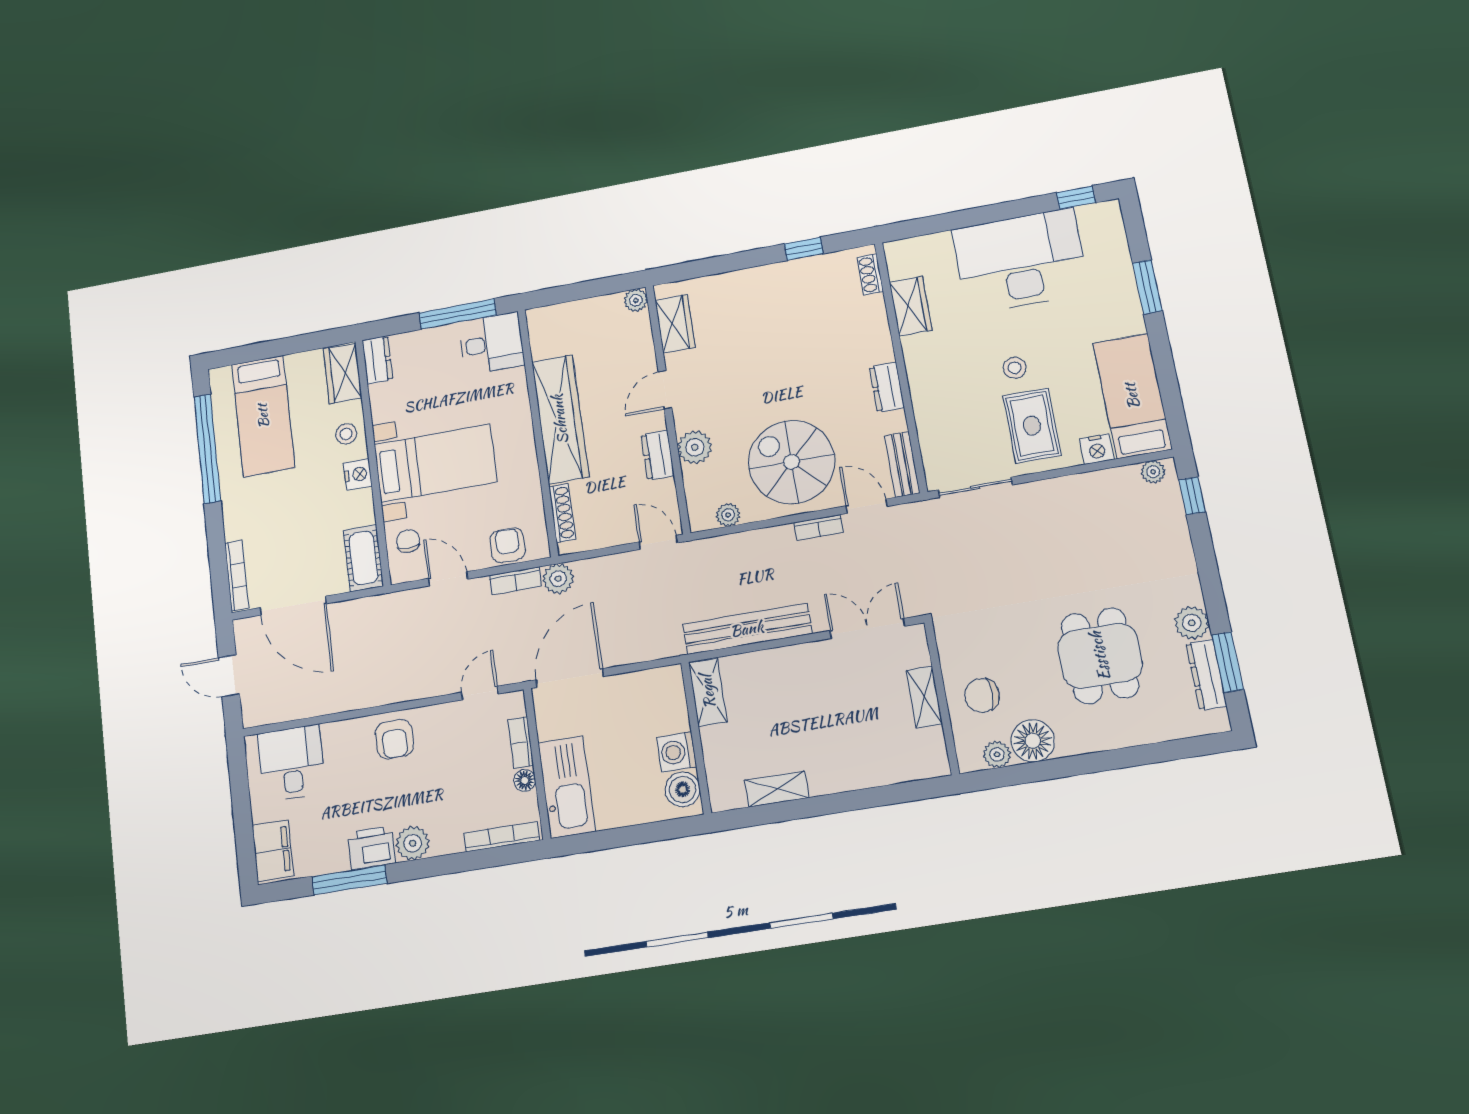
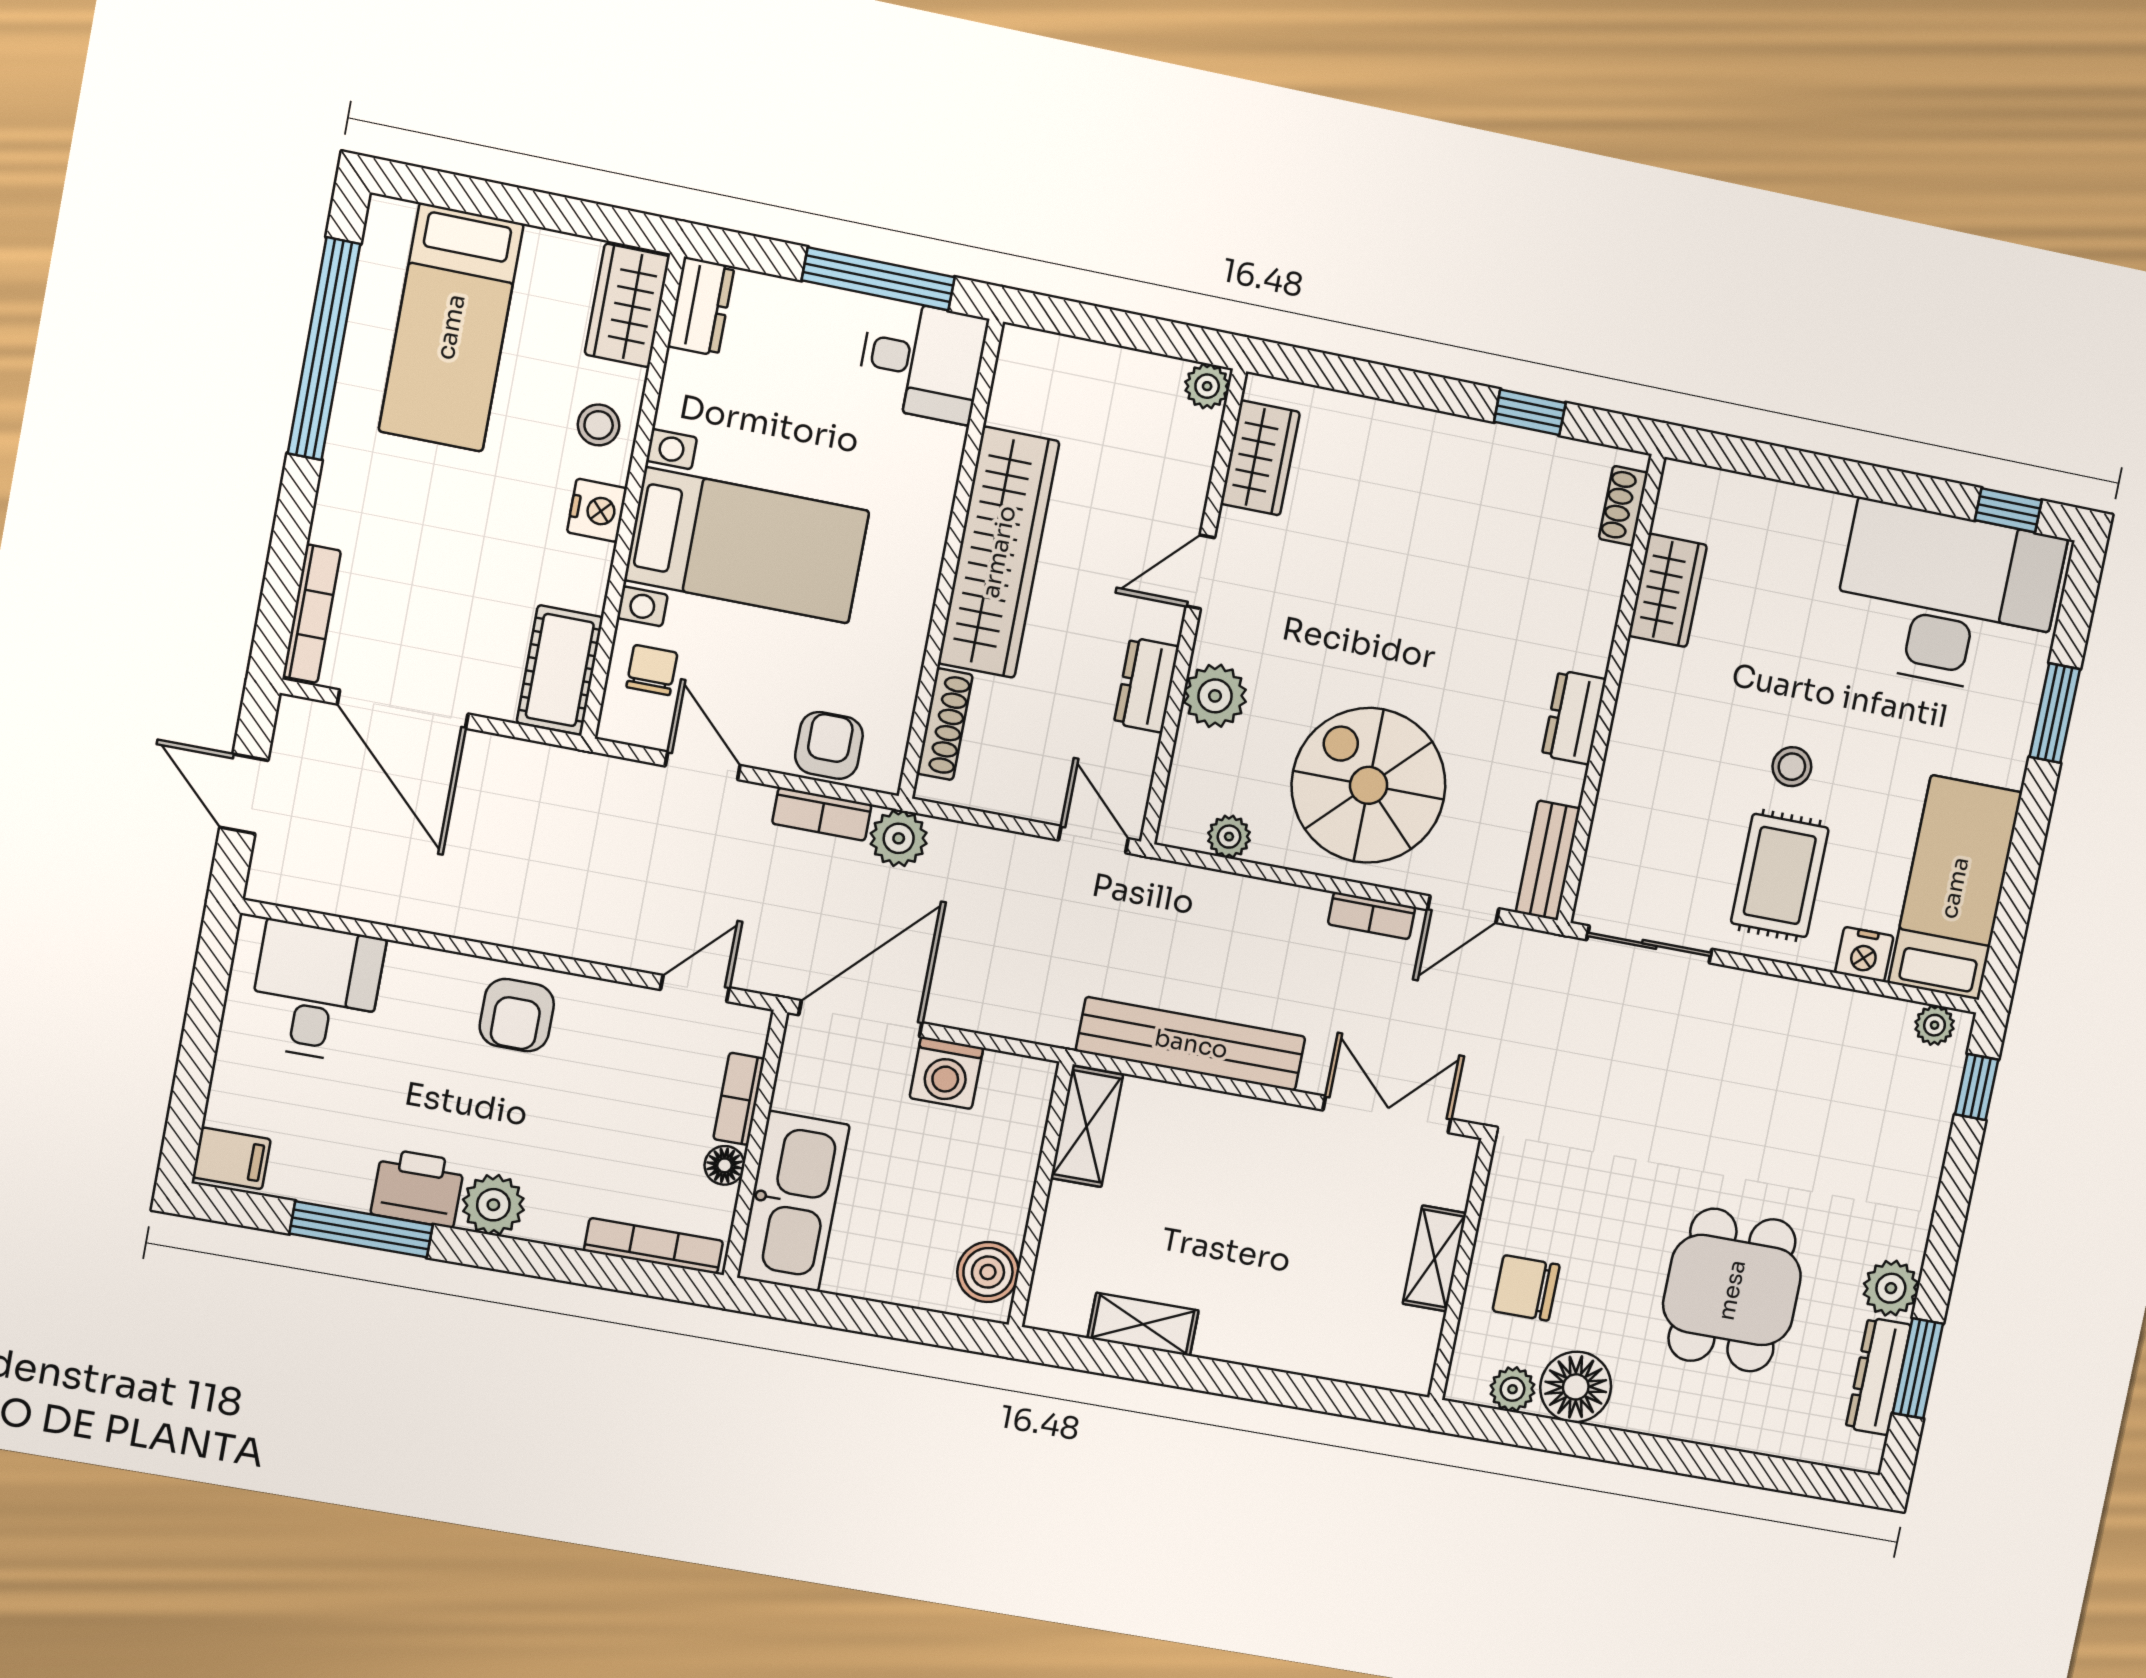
desk: (1020, 261) -> (1947, 599), moved
door: (867, 506) -> (1463, 909), swing flipped
washing machine: (677, 752) -> (946, 1073), moved, turned -90
filing cabinet: (273, 851) -> (232, 1158), width x0.50

